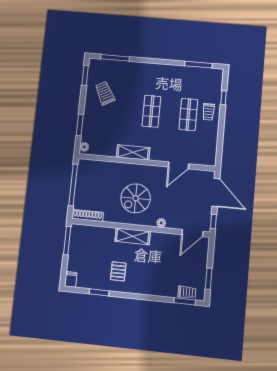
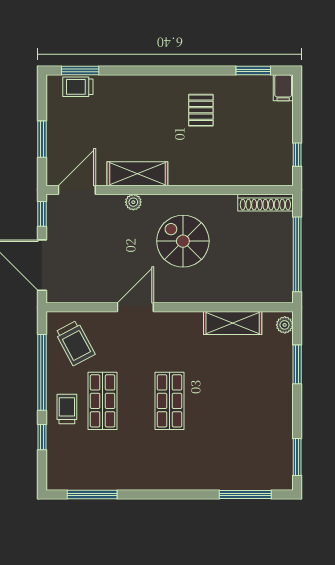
trolley: (105, 93) -> (75, 343), moved
window: (221, 133) -> (42, 372), added
shelving: (133, 152) -> (233, 323), moved
door: (179, 165) -> (135, 307), moved
spiral stairs: (136, 198) -> (183, 241), turned -90
shelving: (133, 236) -> (137, 174), moved
window: (67, 241) -> (297, 155), width x0.46
window: (209, 279) -> (42, 139), moved
window: (99, 292) -> (253, 71), moved

